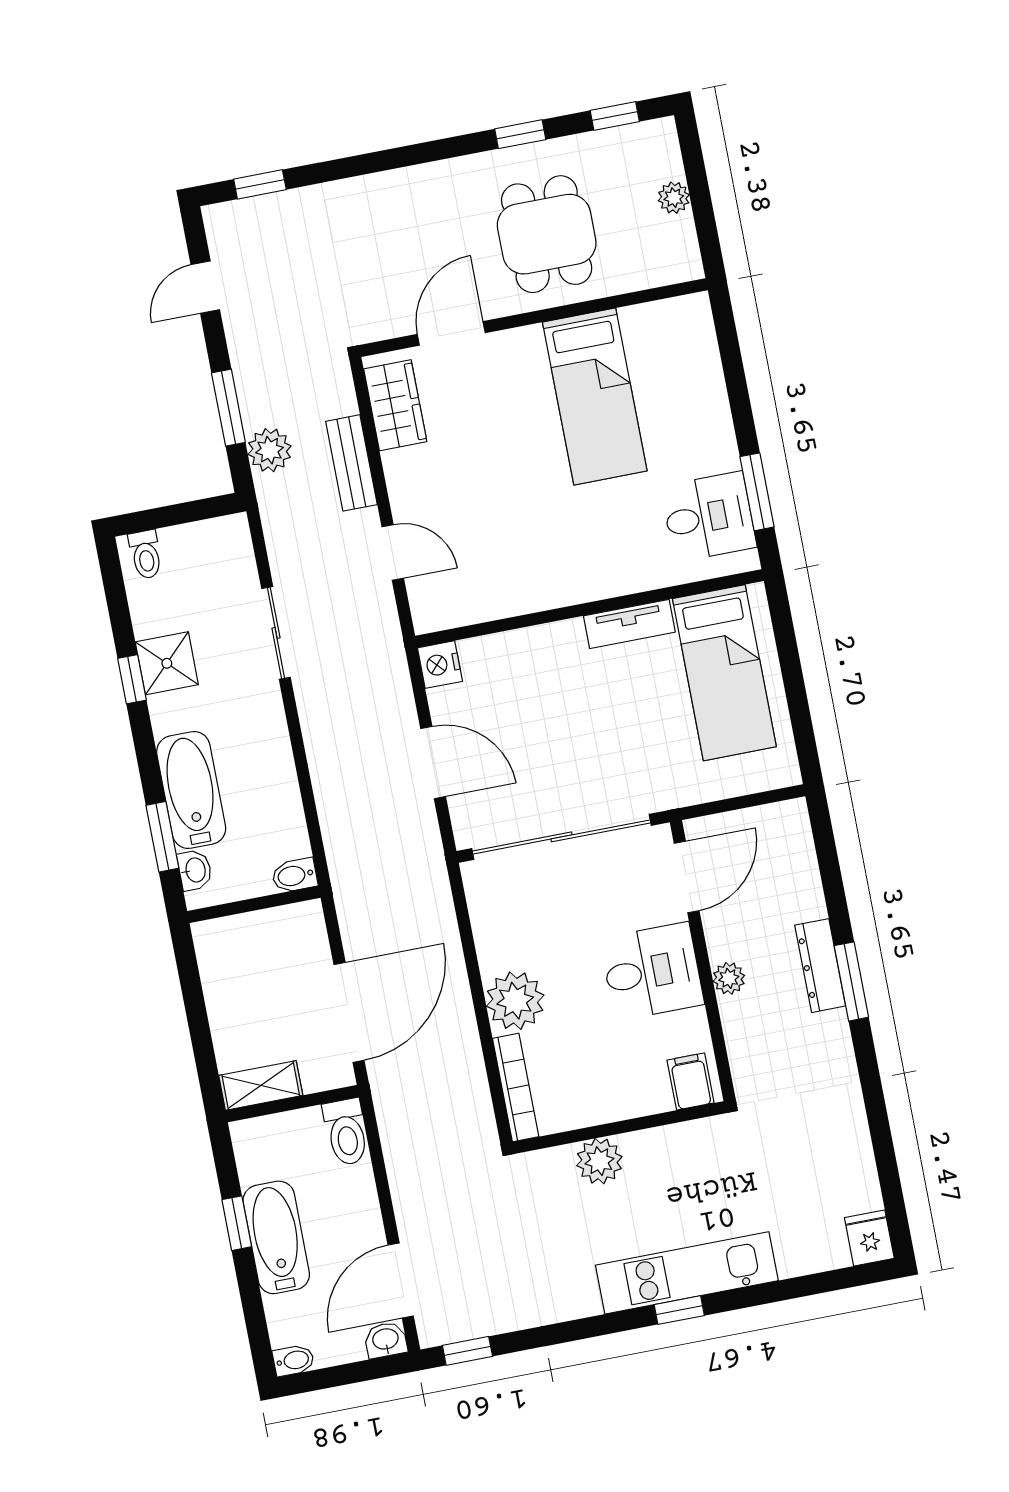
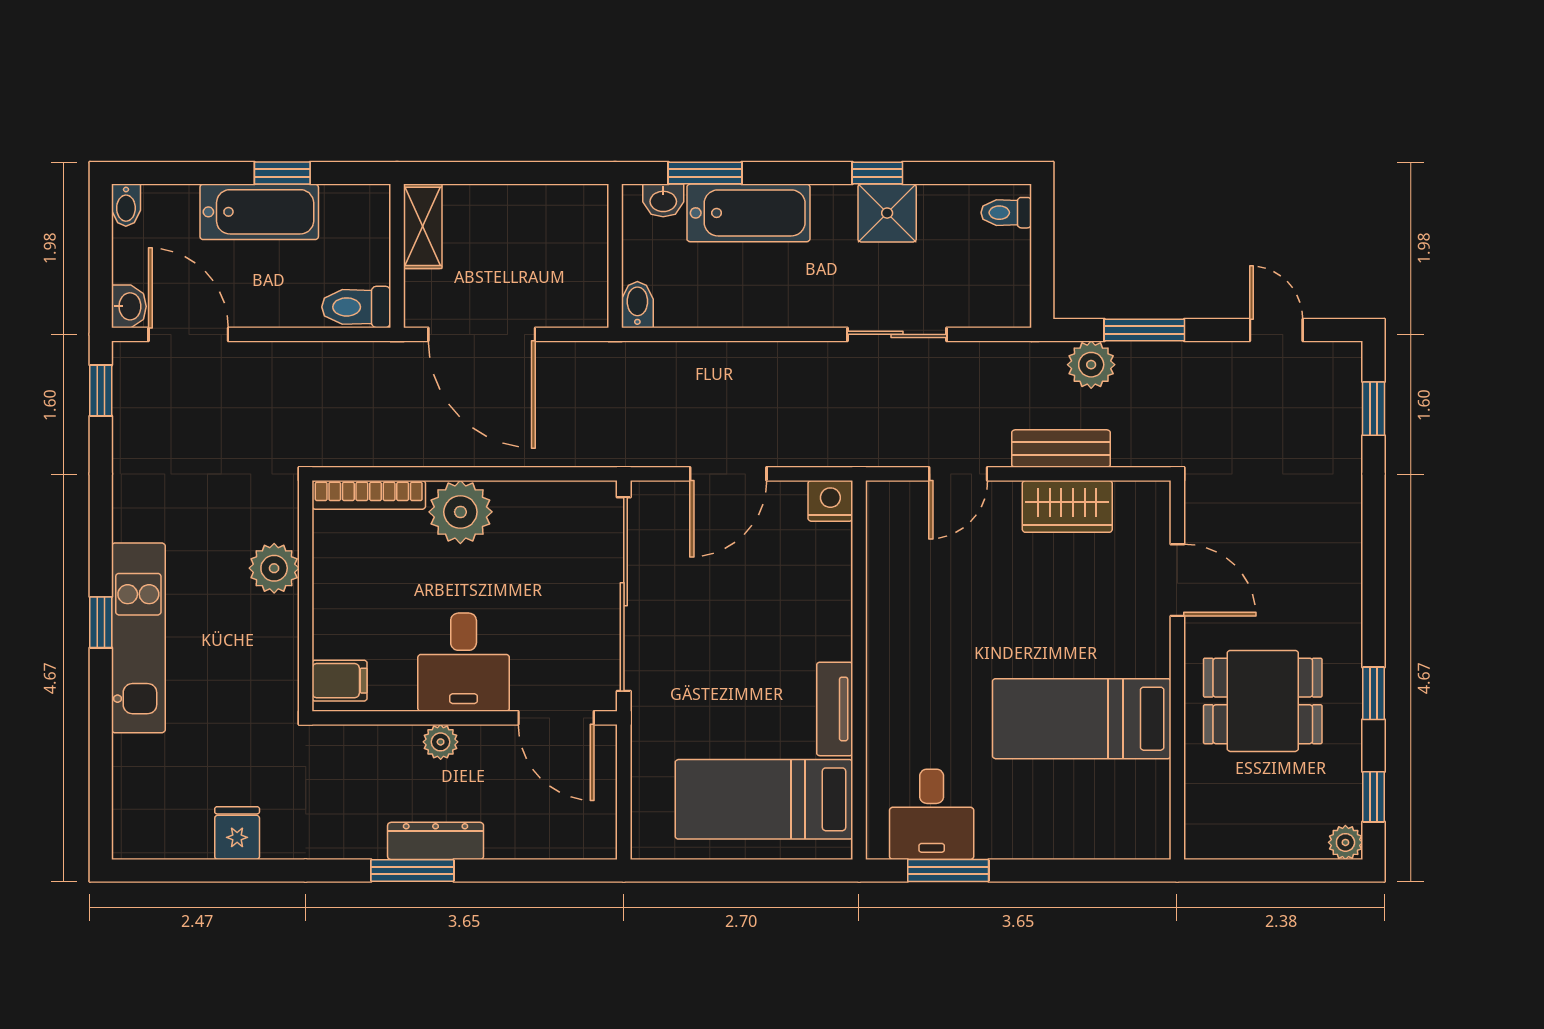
plant: (674, 198) -> (1345, 842), moved
wardrobe: (395, 405) -> (1067, 506), moved
fridge: (869, 1238) -> (237, 833), moved, turned -90

